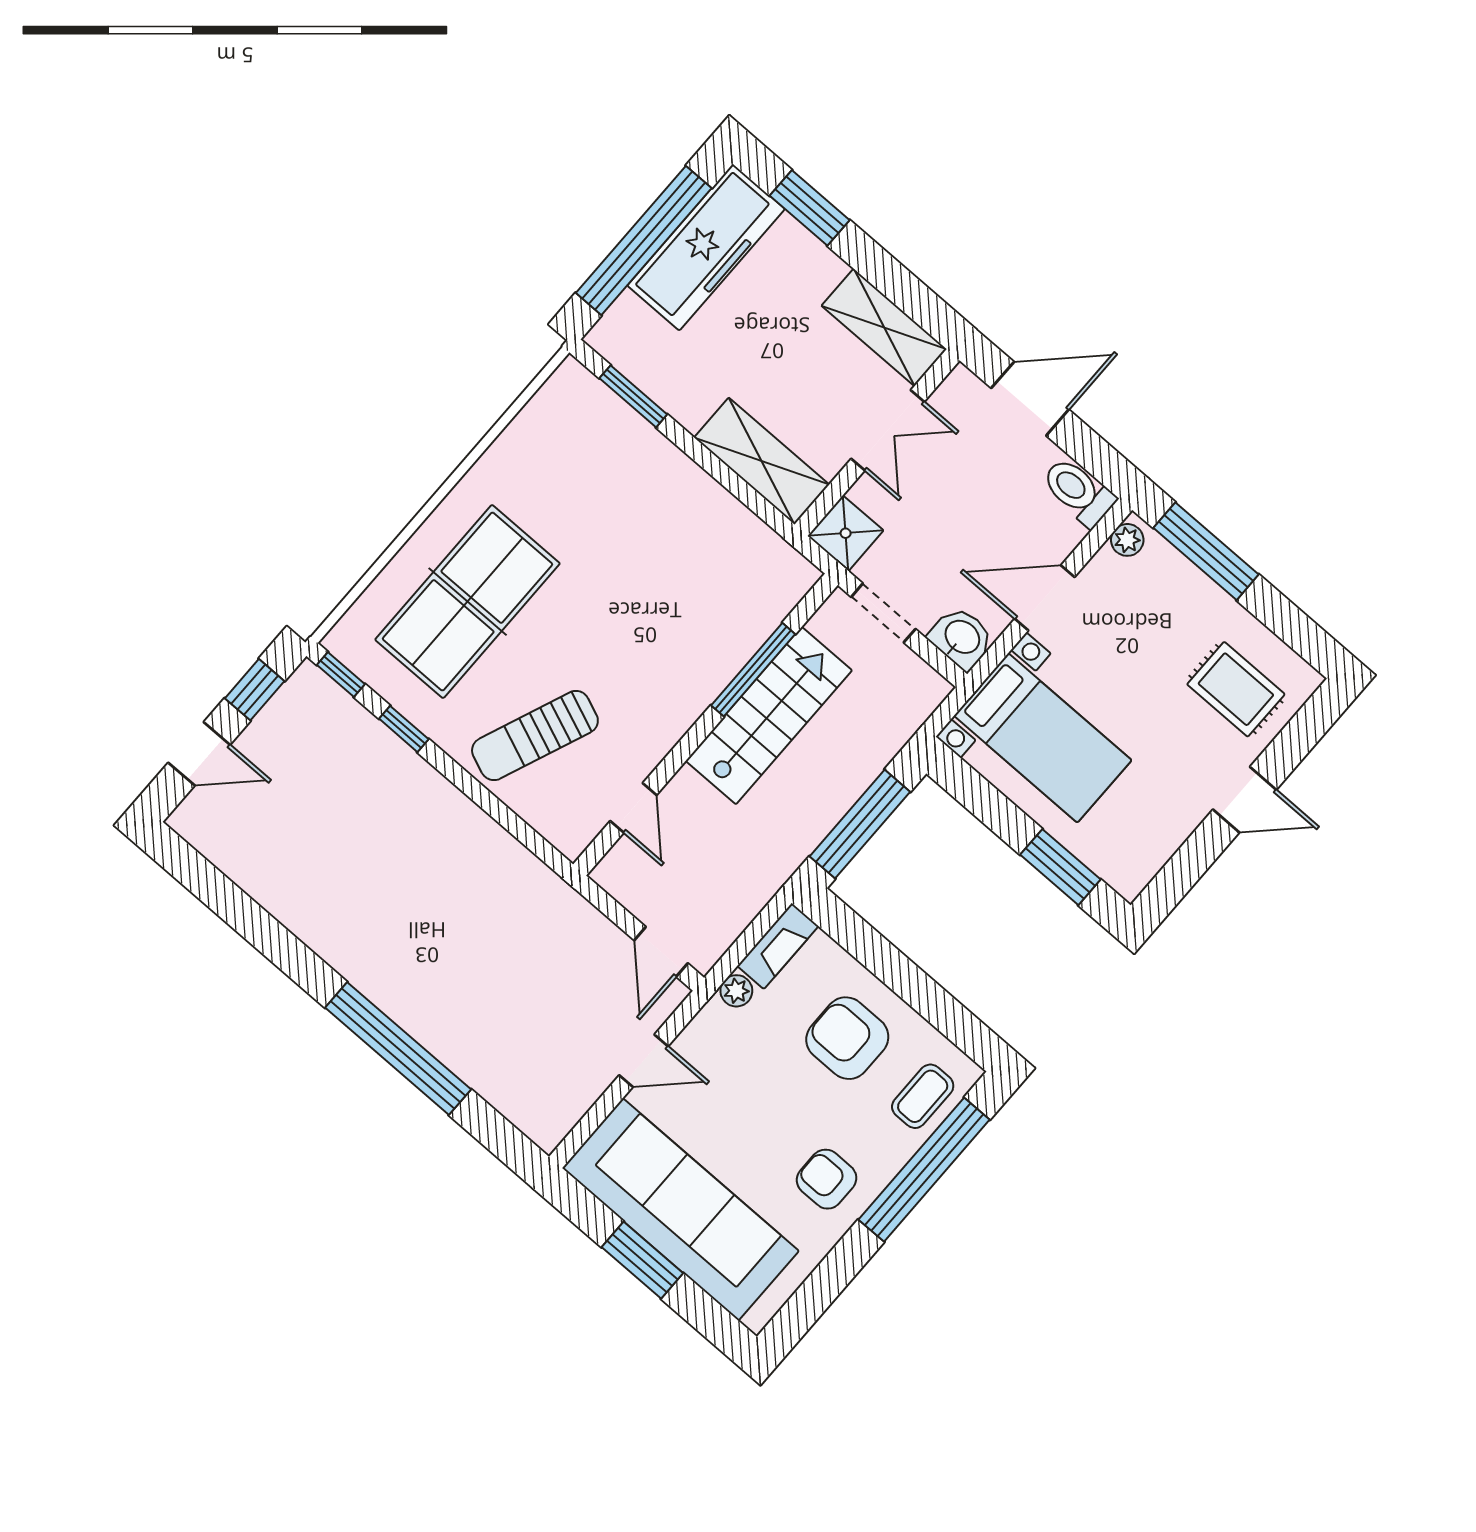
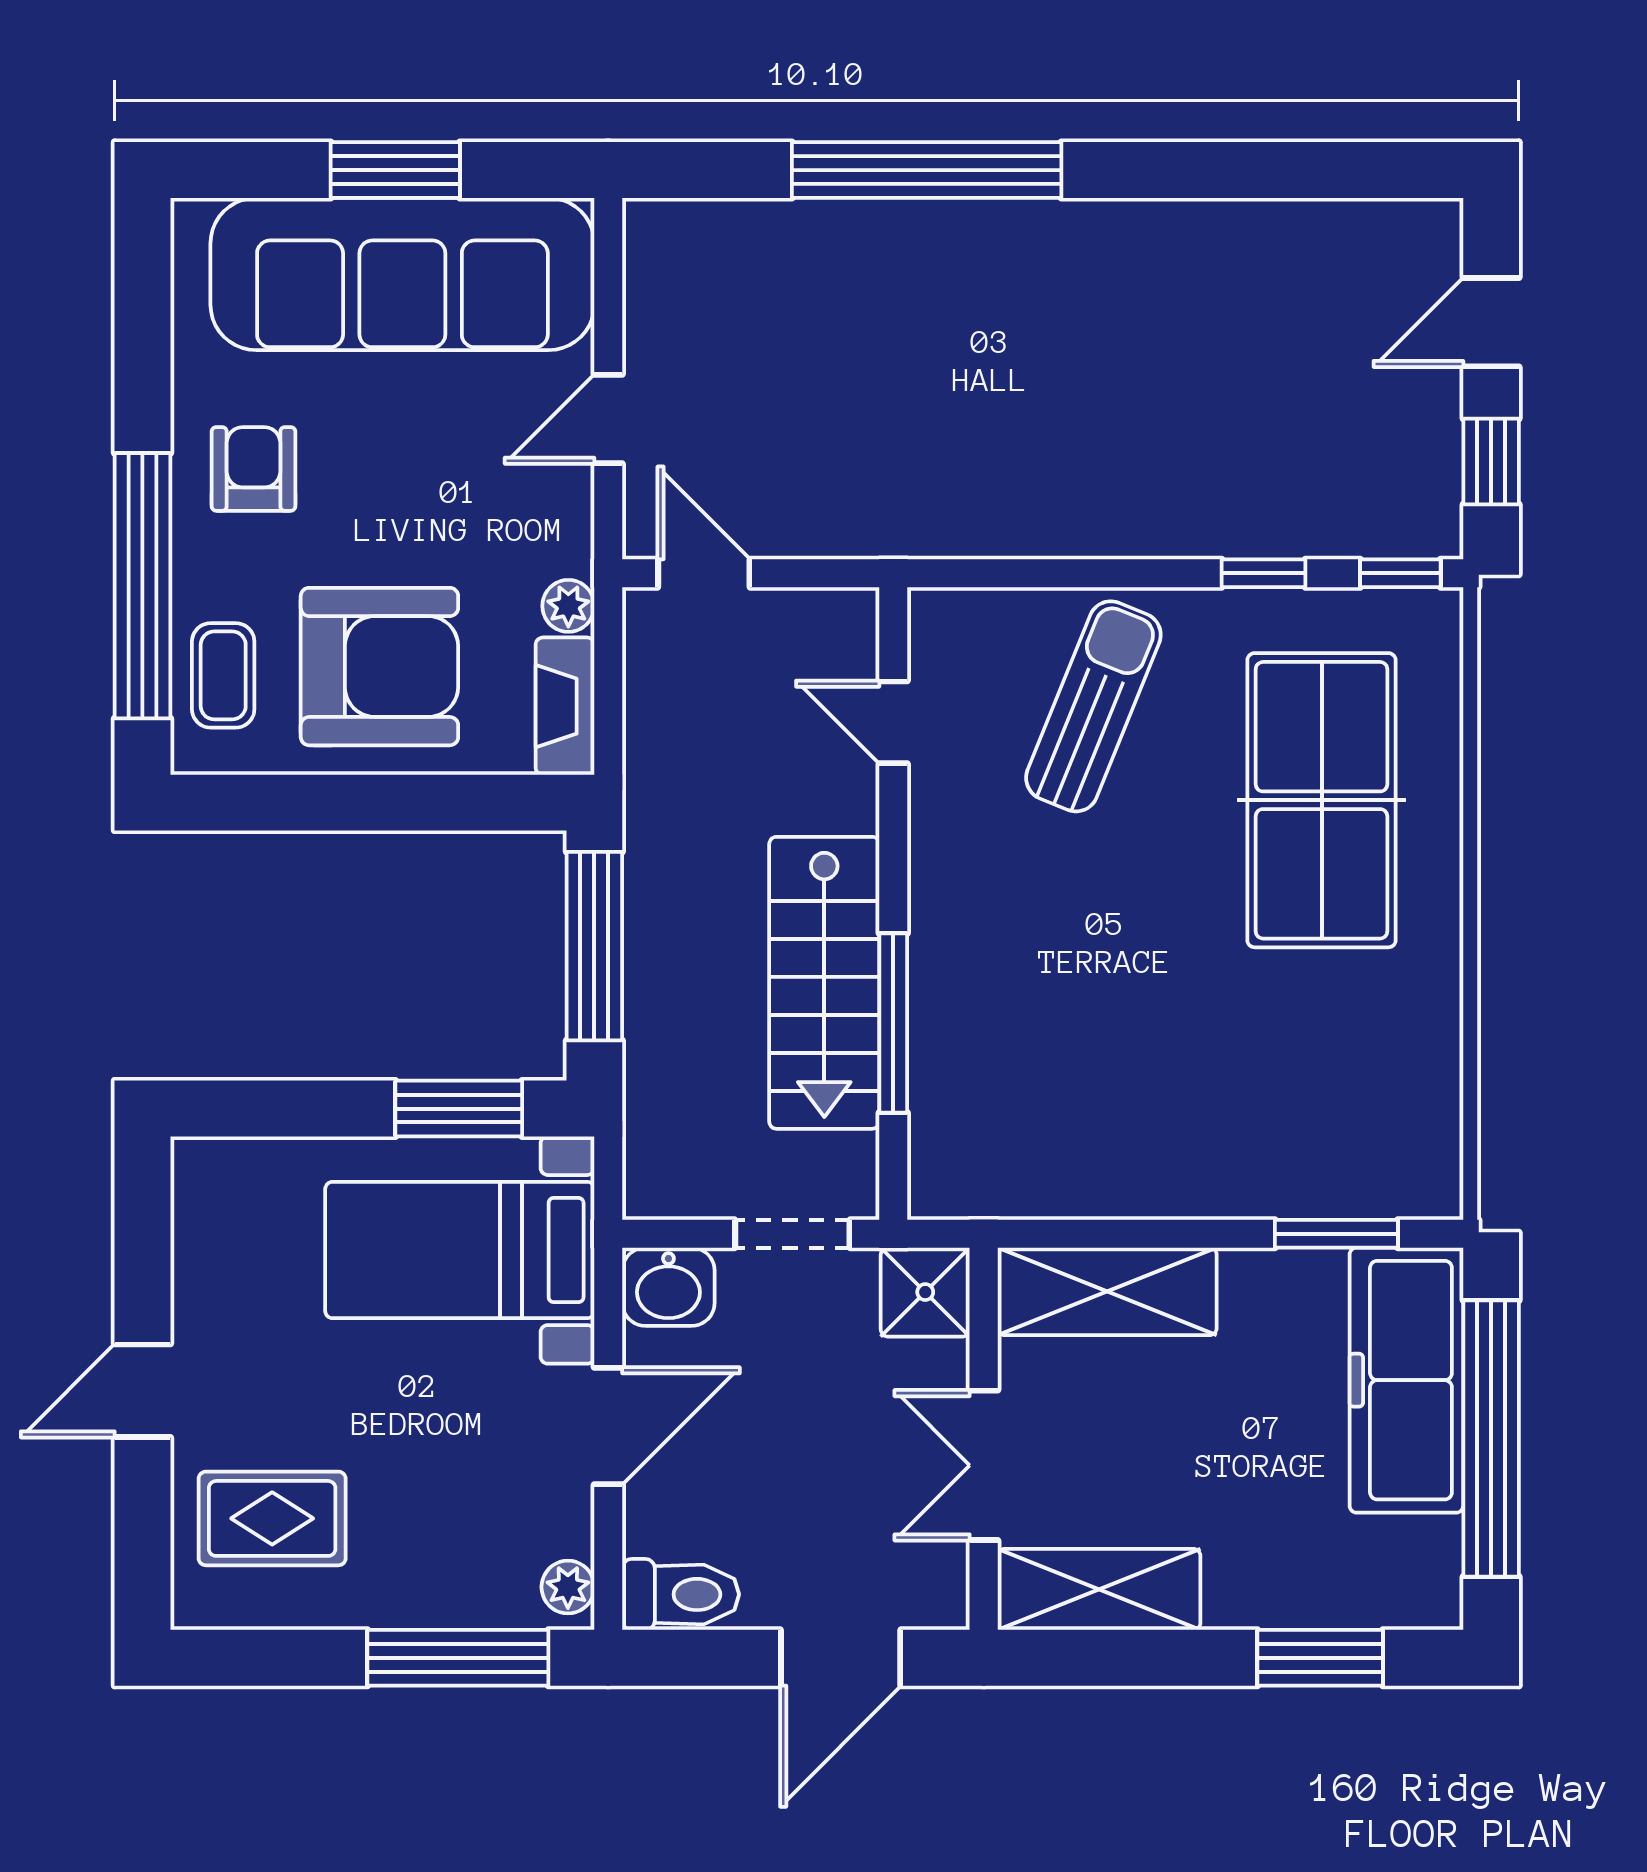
freezer: (706, 247) -> (1406, 1380), moved
window: (1060, 867) -> (459, 1109), moved
armchair: (847, 1038) -> (379, 667), width x1.36, depth x1.36
armchair: (827, 1179) -> (253, 469), turned -90

